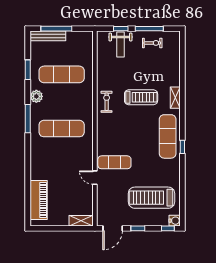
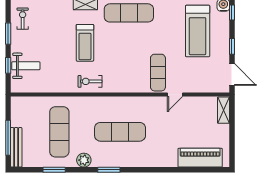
window: (149, 29) -> (8, 34), width x0.69
exercise bike: (152, 43) -> (23, 19), moved
treadmill: (141, 97) -> (85, 43), turned 180
window: (28, 119) -> (109, 170), width x0.69
exercise mat: (62, 129) -> (120, 132), turned 90

